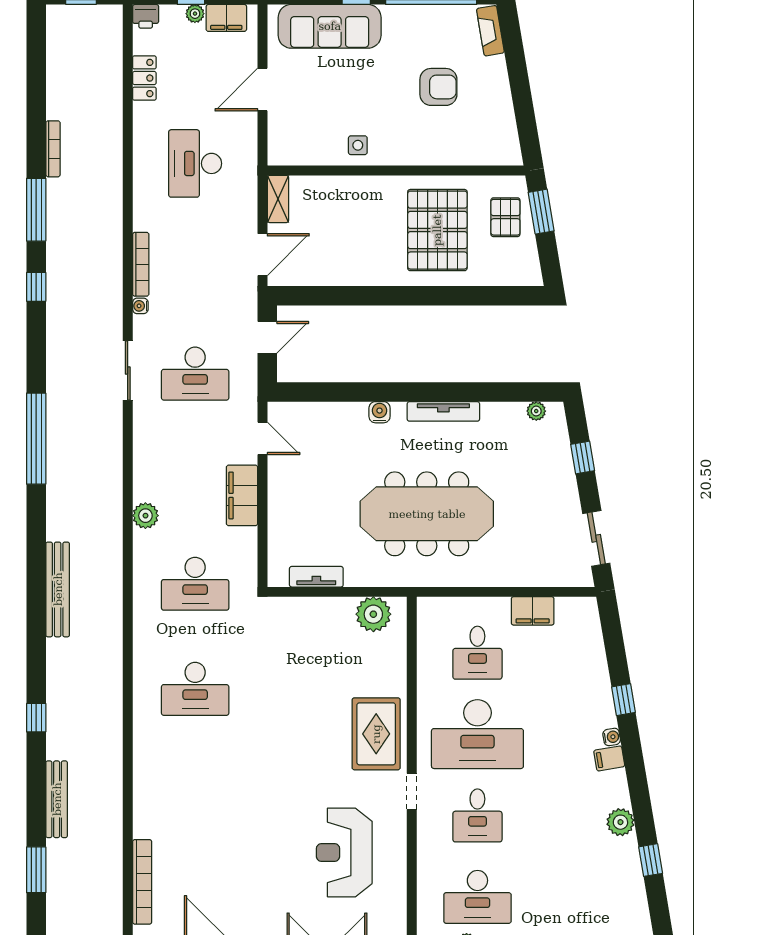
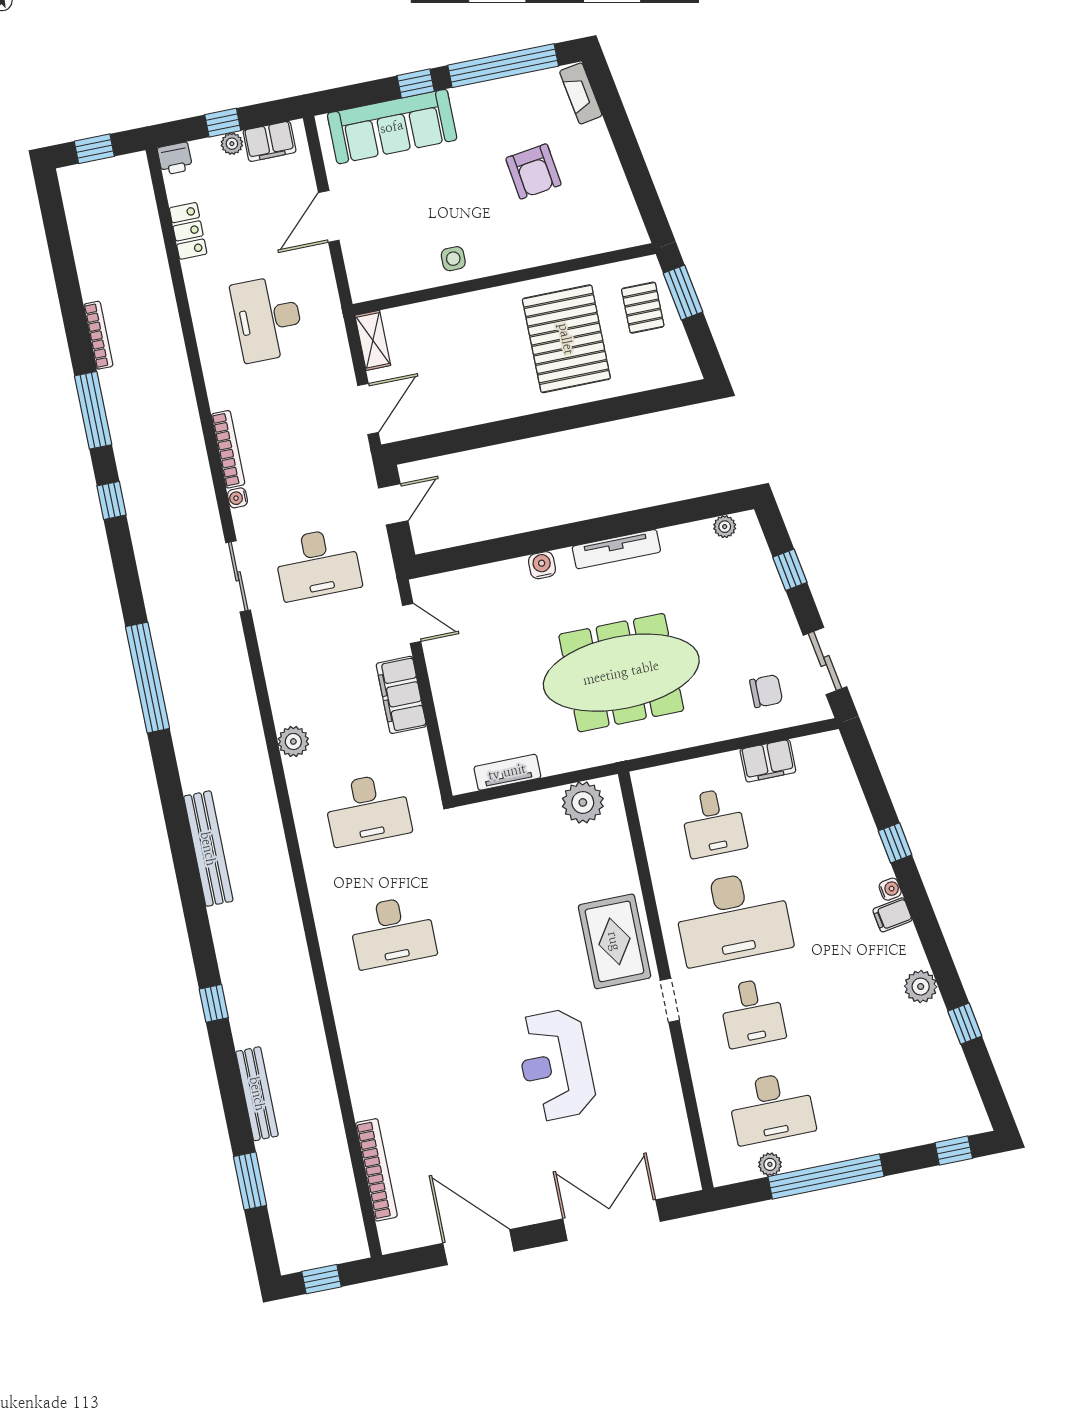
armchair: (438, 87) -> (533, 171), turned 82
chair: (543, 553) -> (766, 691), added
reception desk: (344, 852) -> (556, 1065), moved

